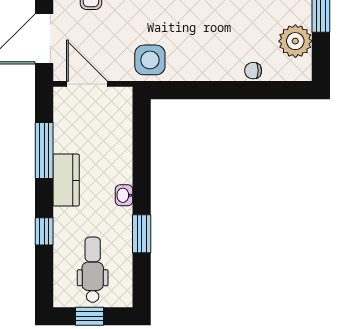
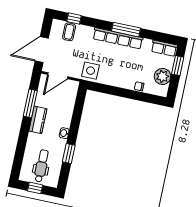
door: (87, 84) -> (58, 76), swing flipped
window: (44, 231) -> (22, 142), removed

